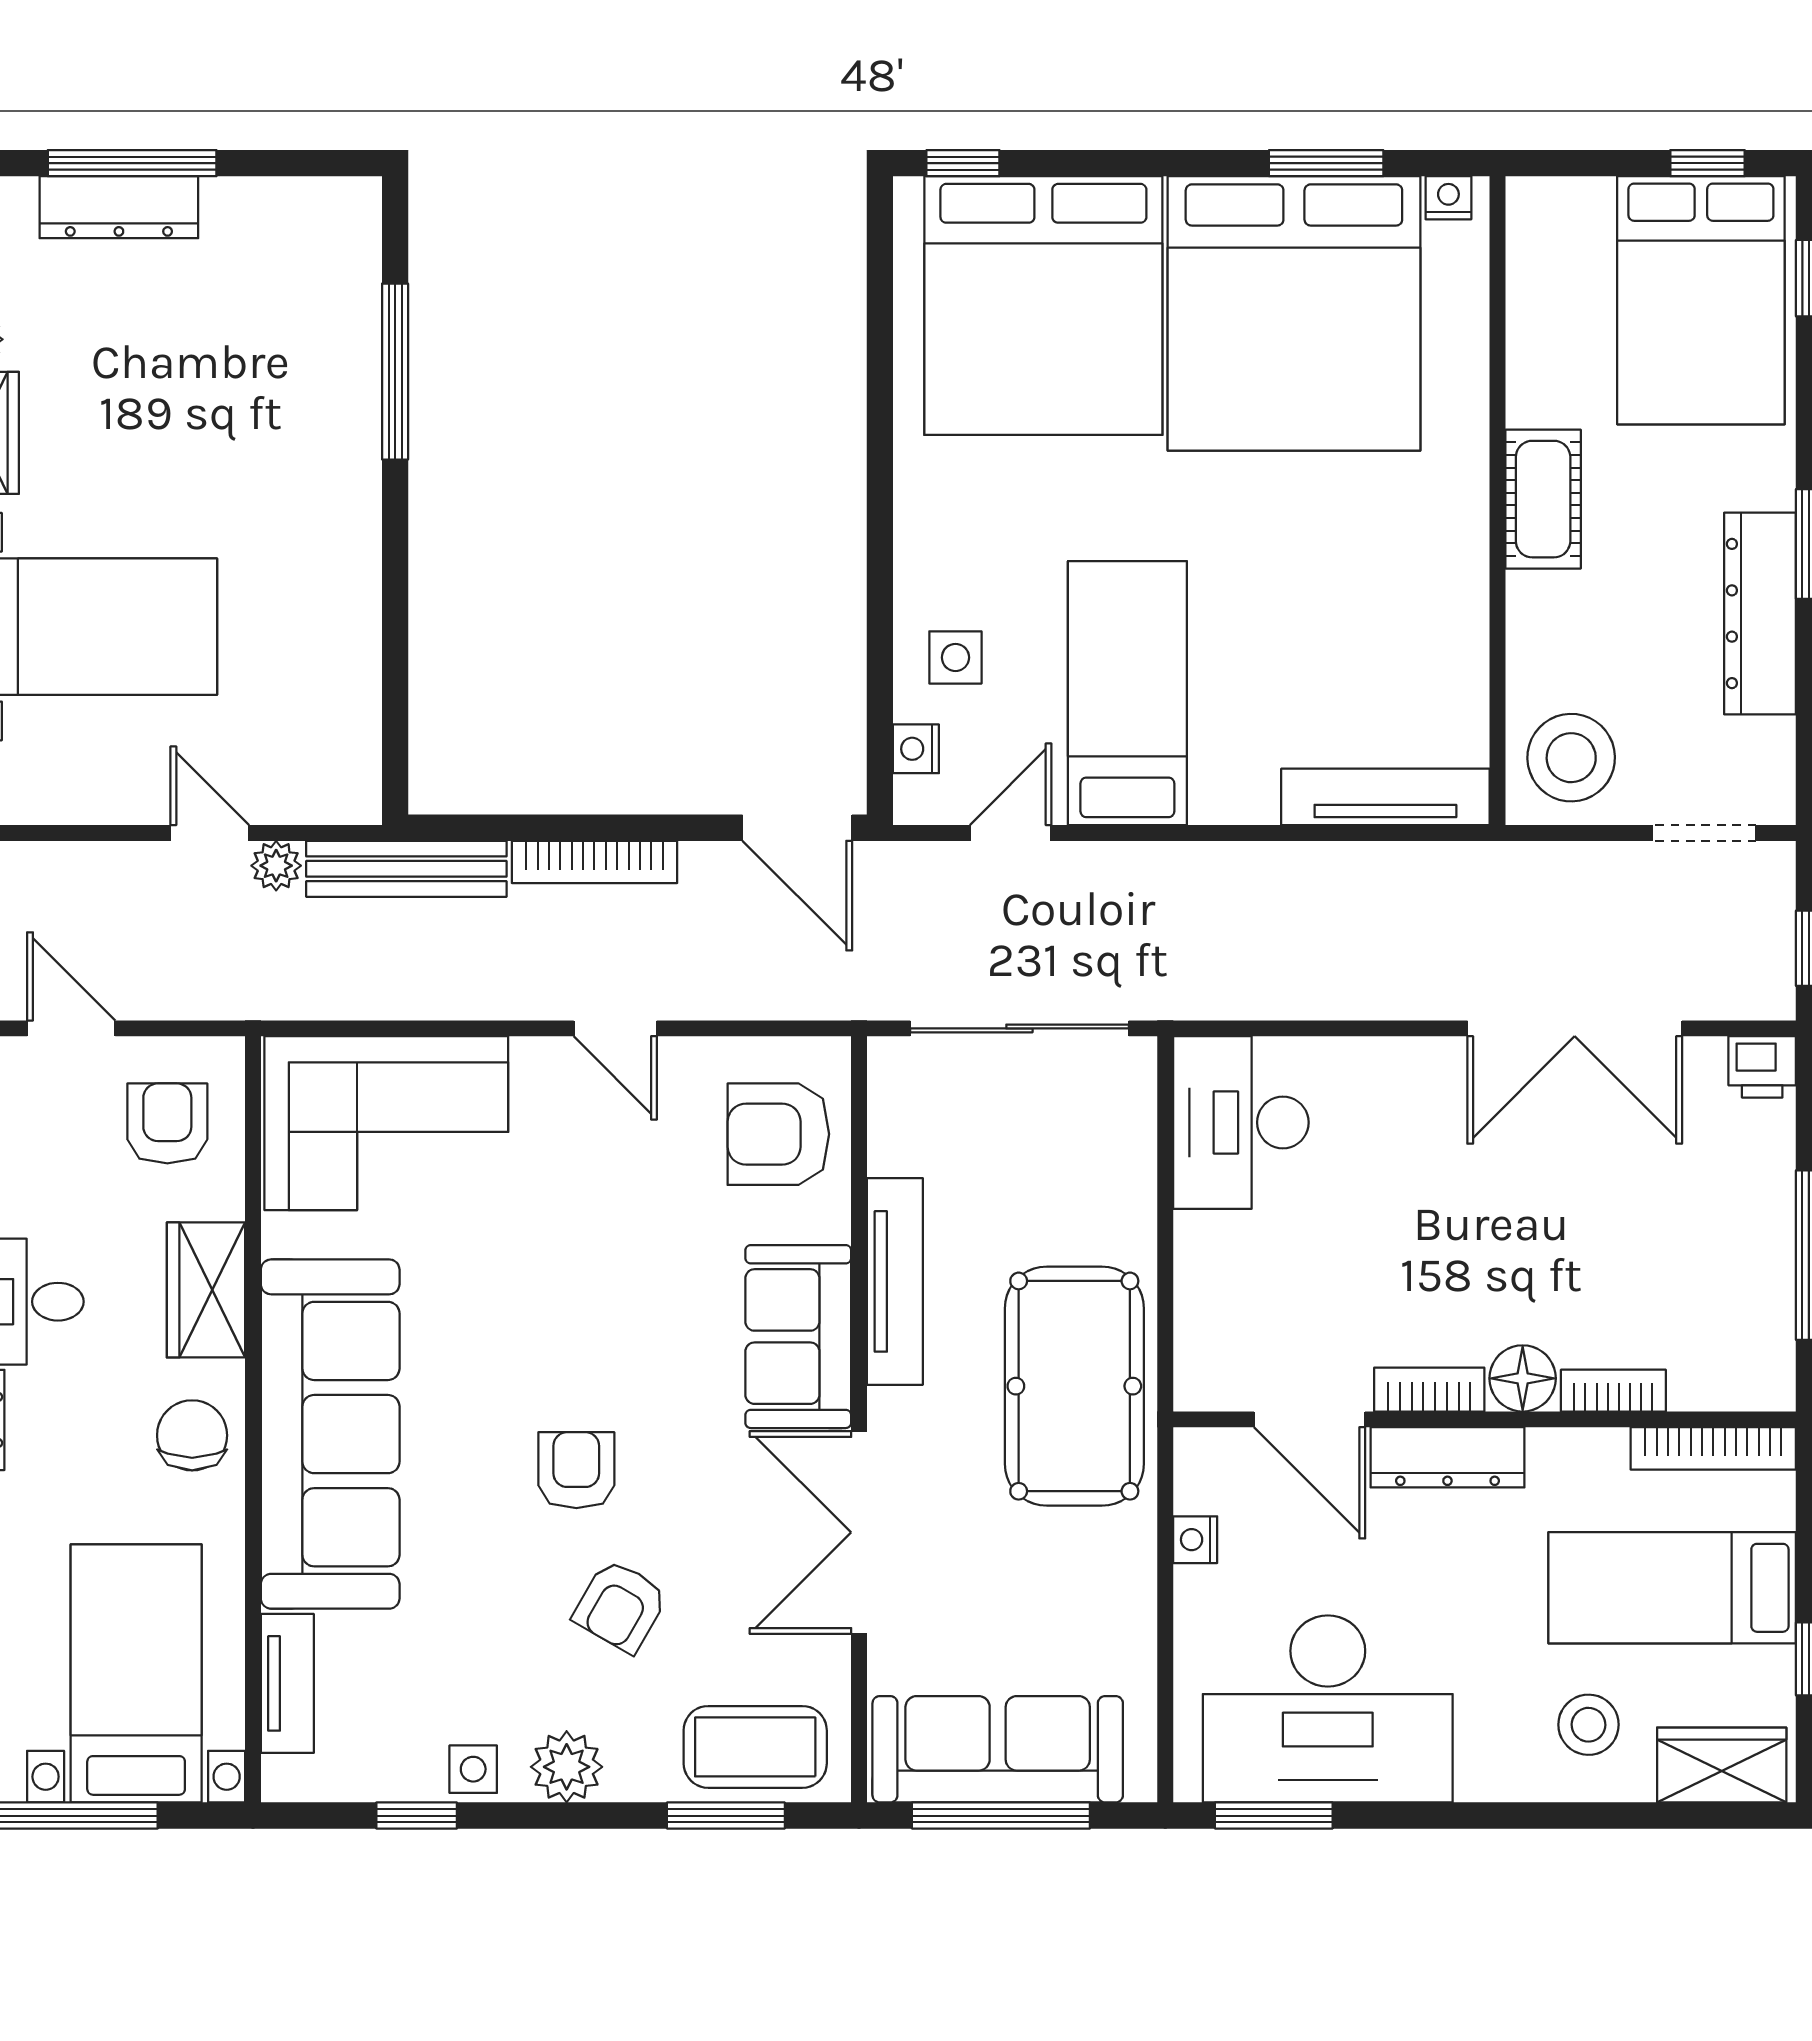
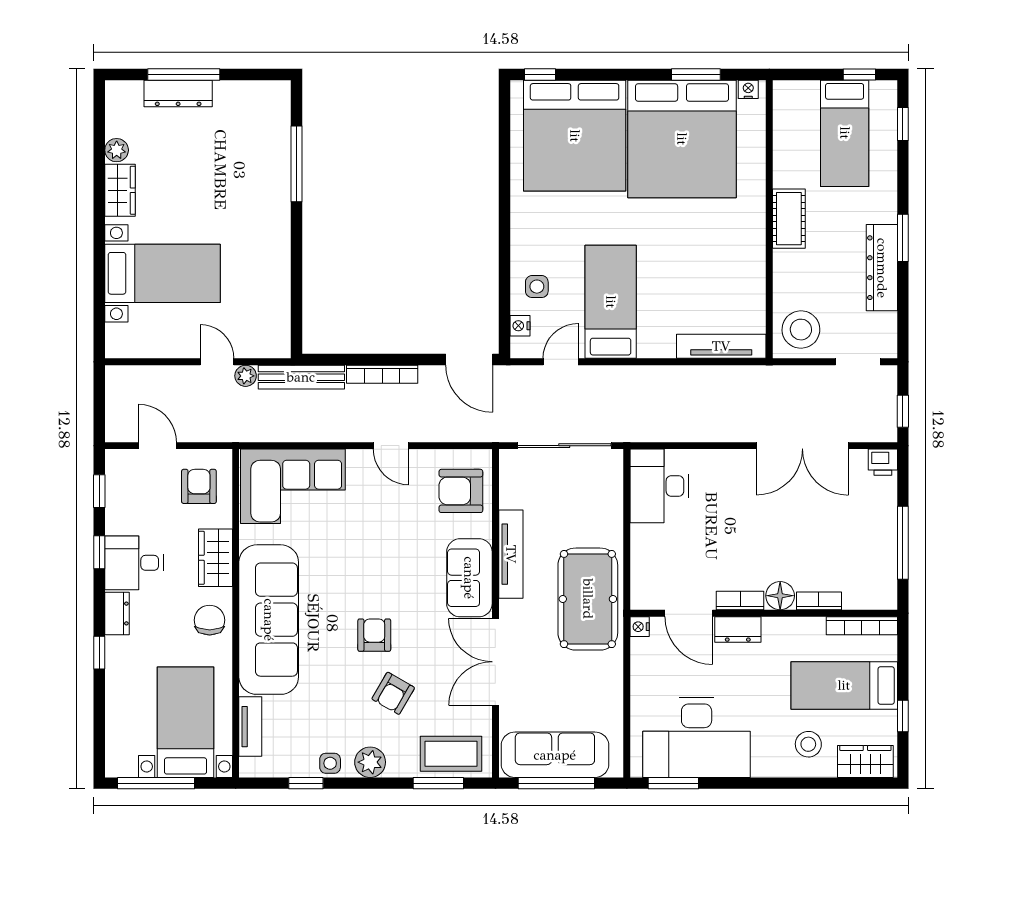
bed: (1701, 300) -> (845, 133), width x0.67
dresser: (1447, 1457) -> (738, 630), width x0.70
nightstand: (1195, 1540) -> (640, 627), moved

